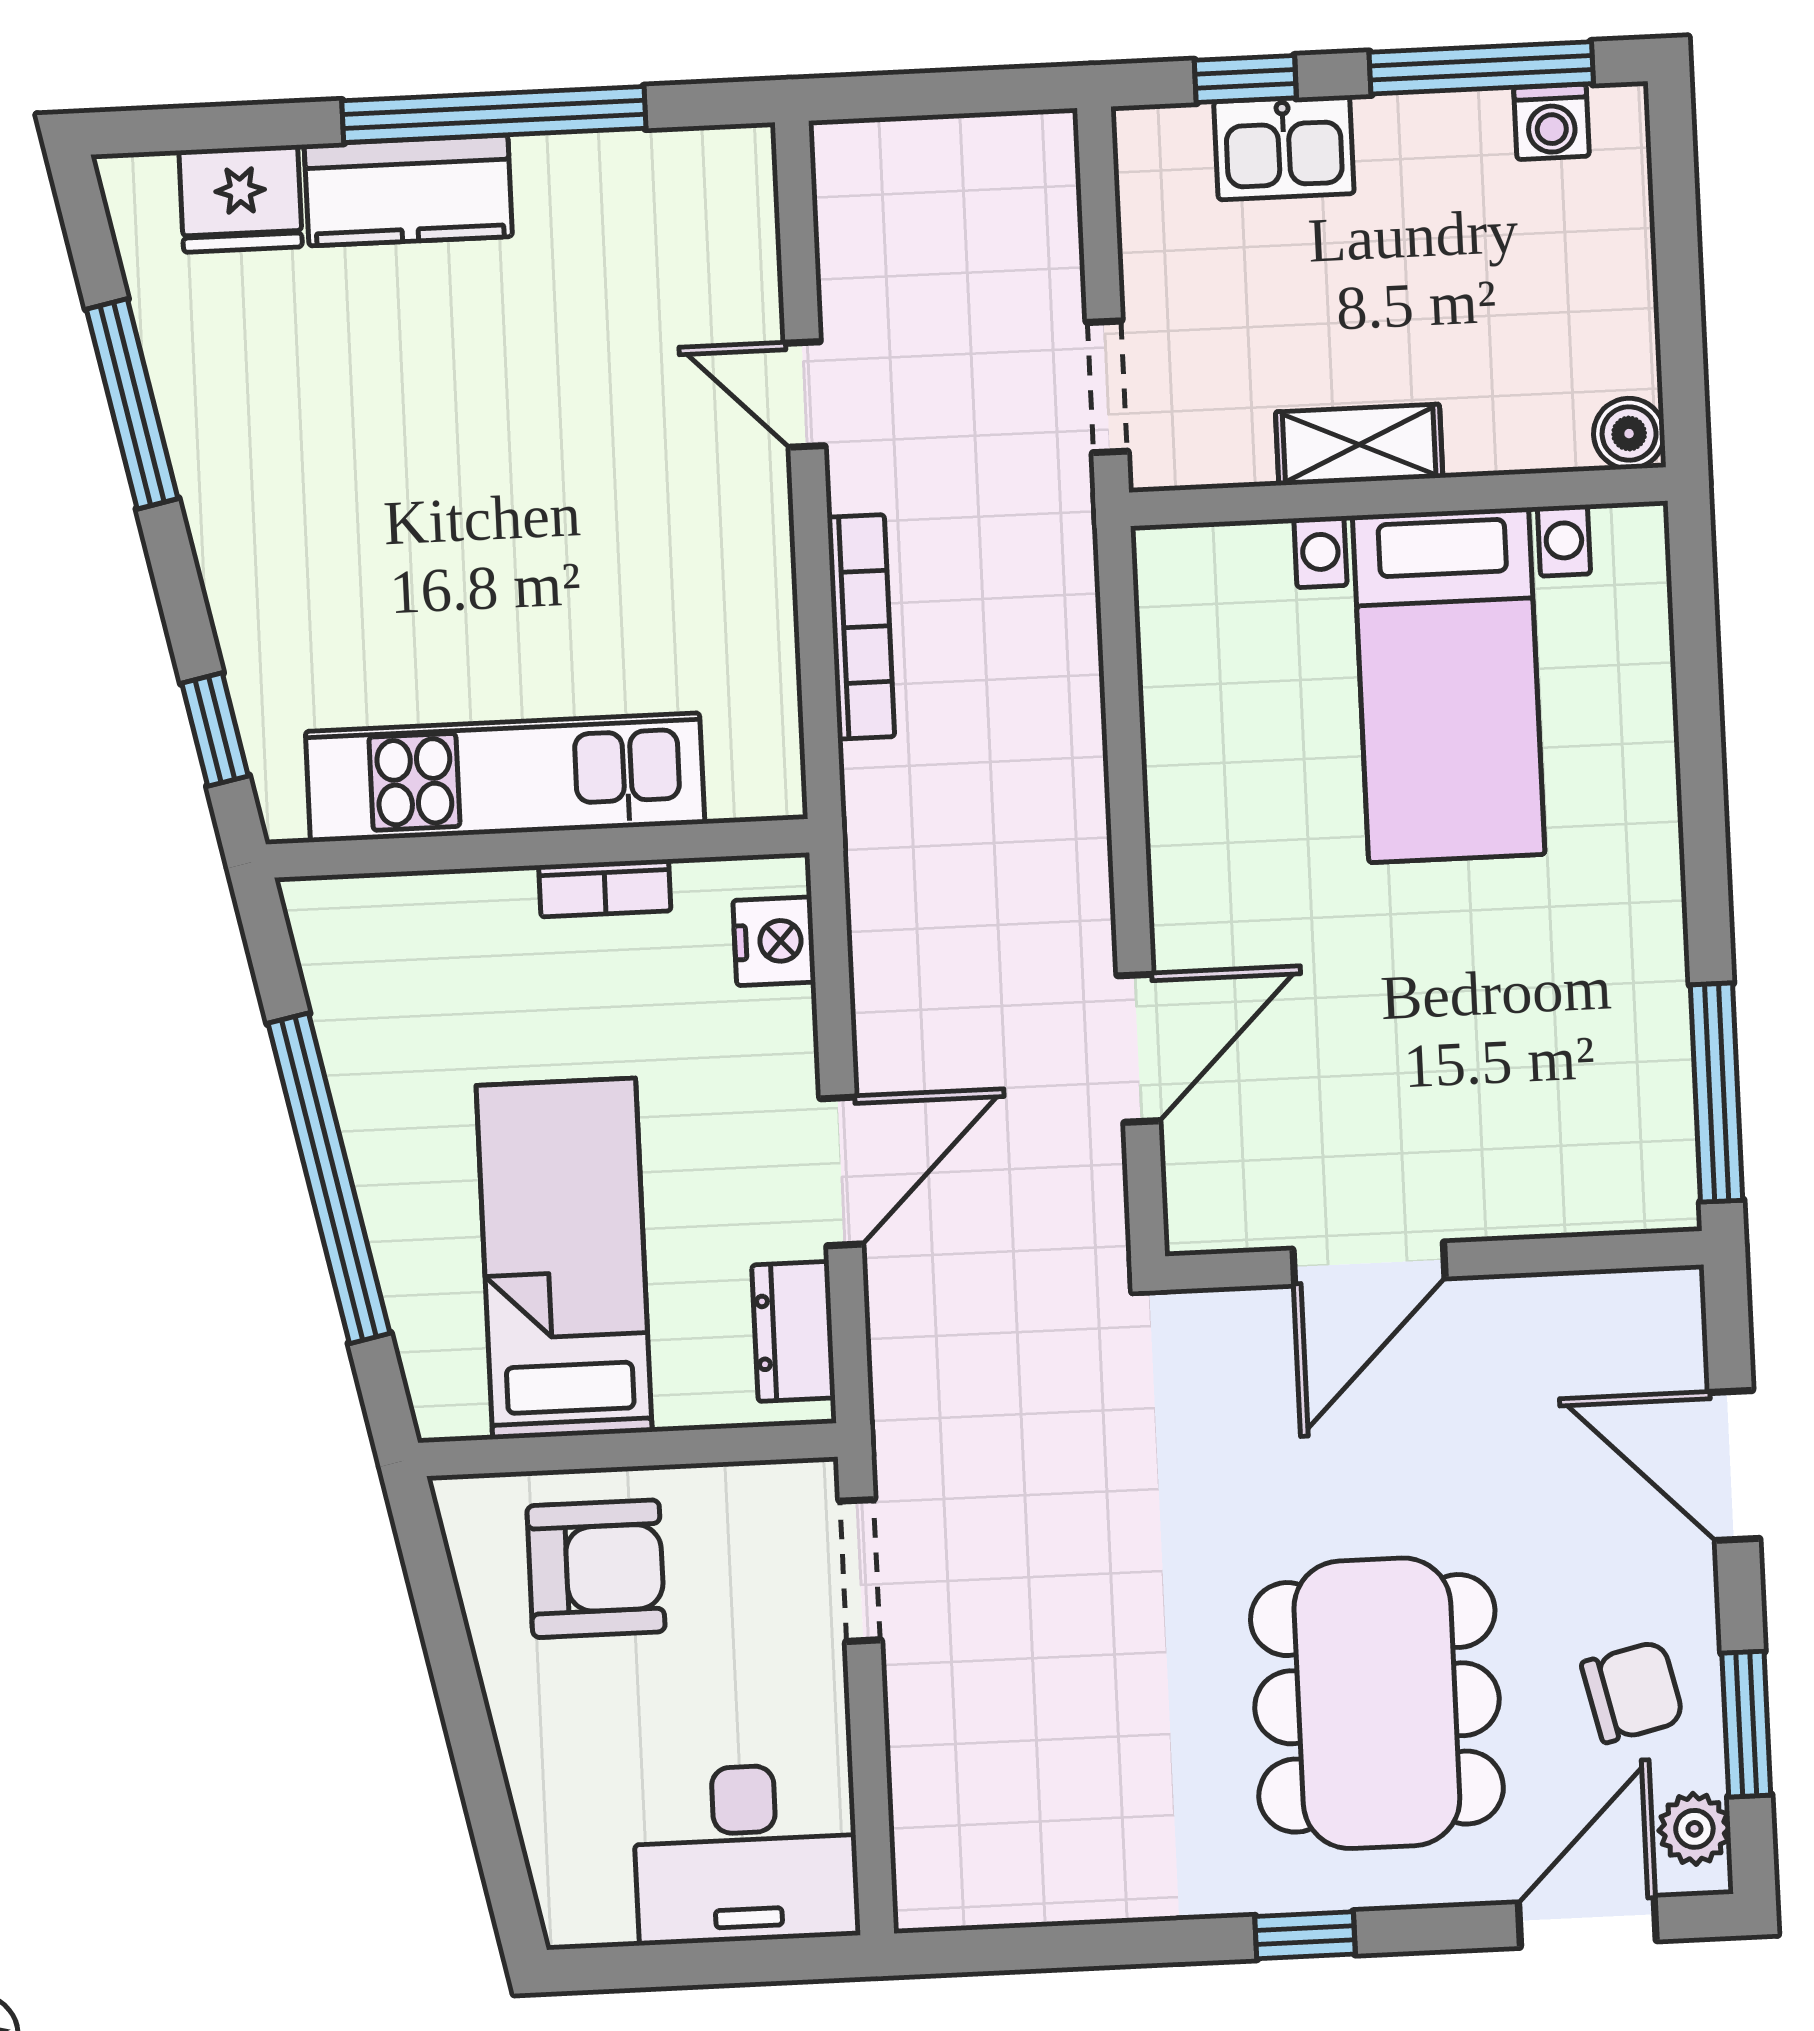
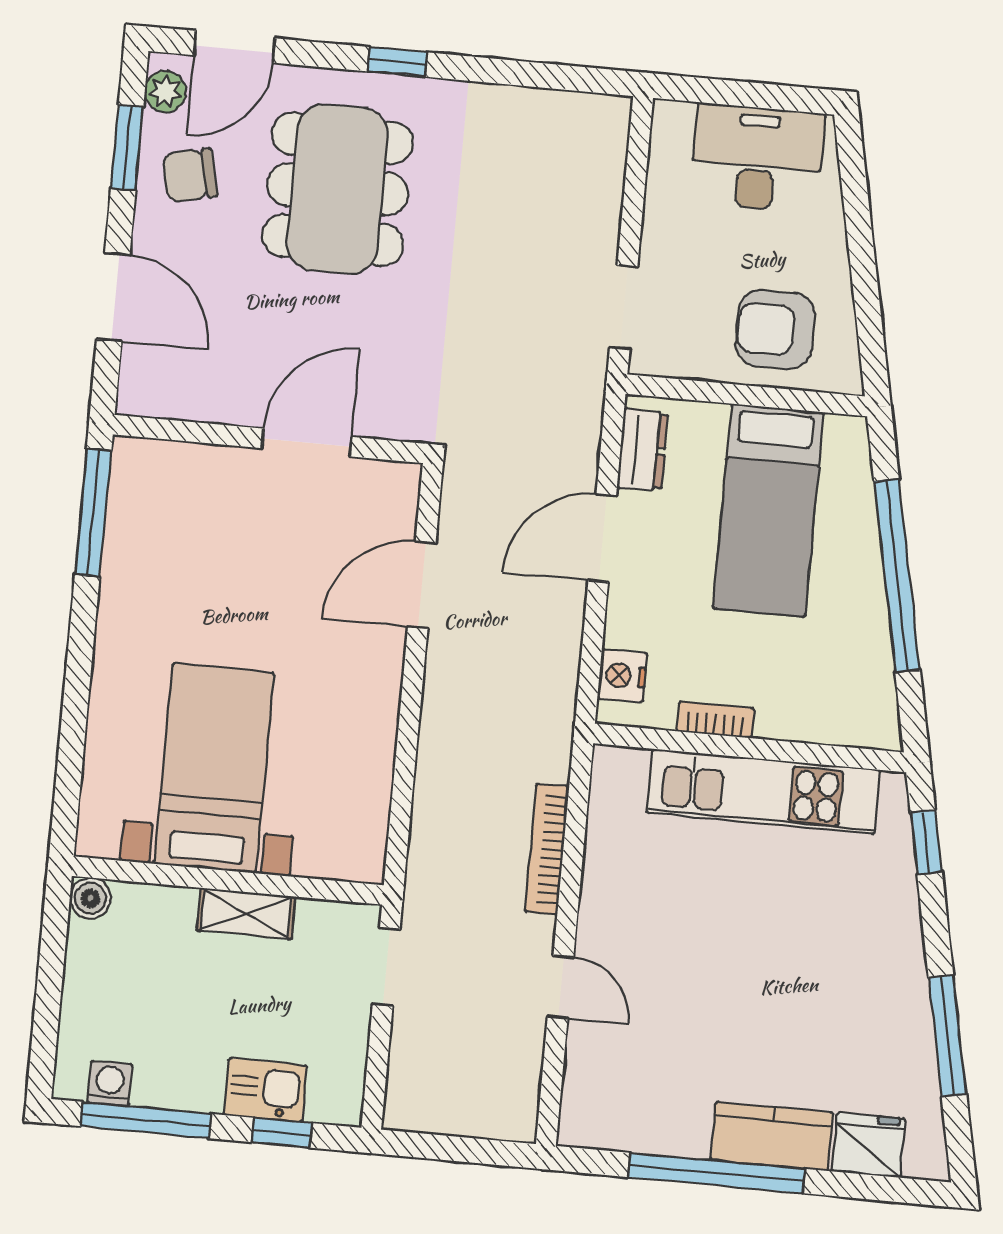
desk: (746, 1854) -> (757, 158), moved

